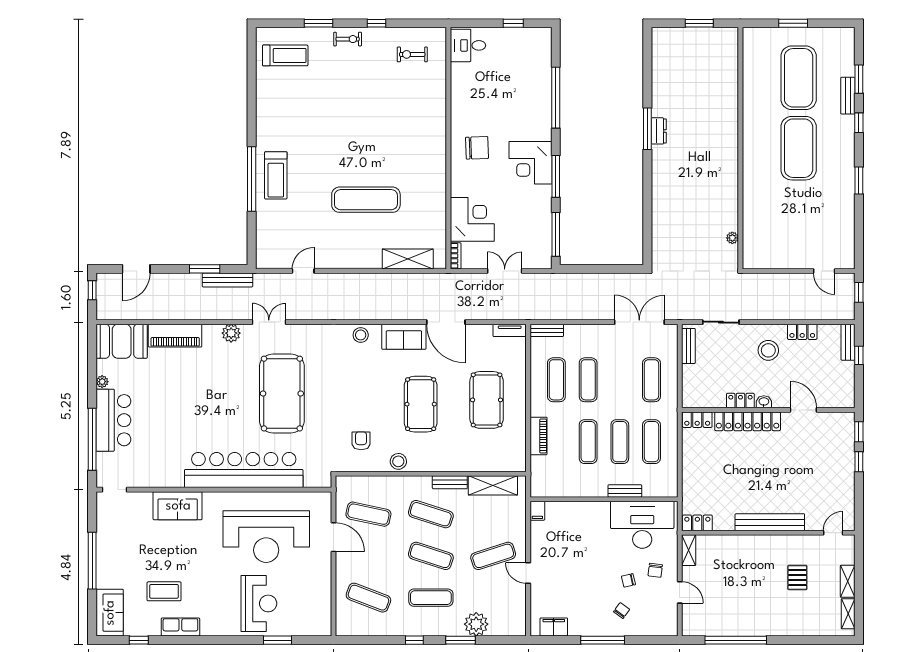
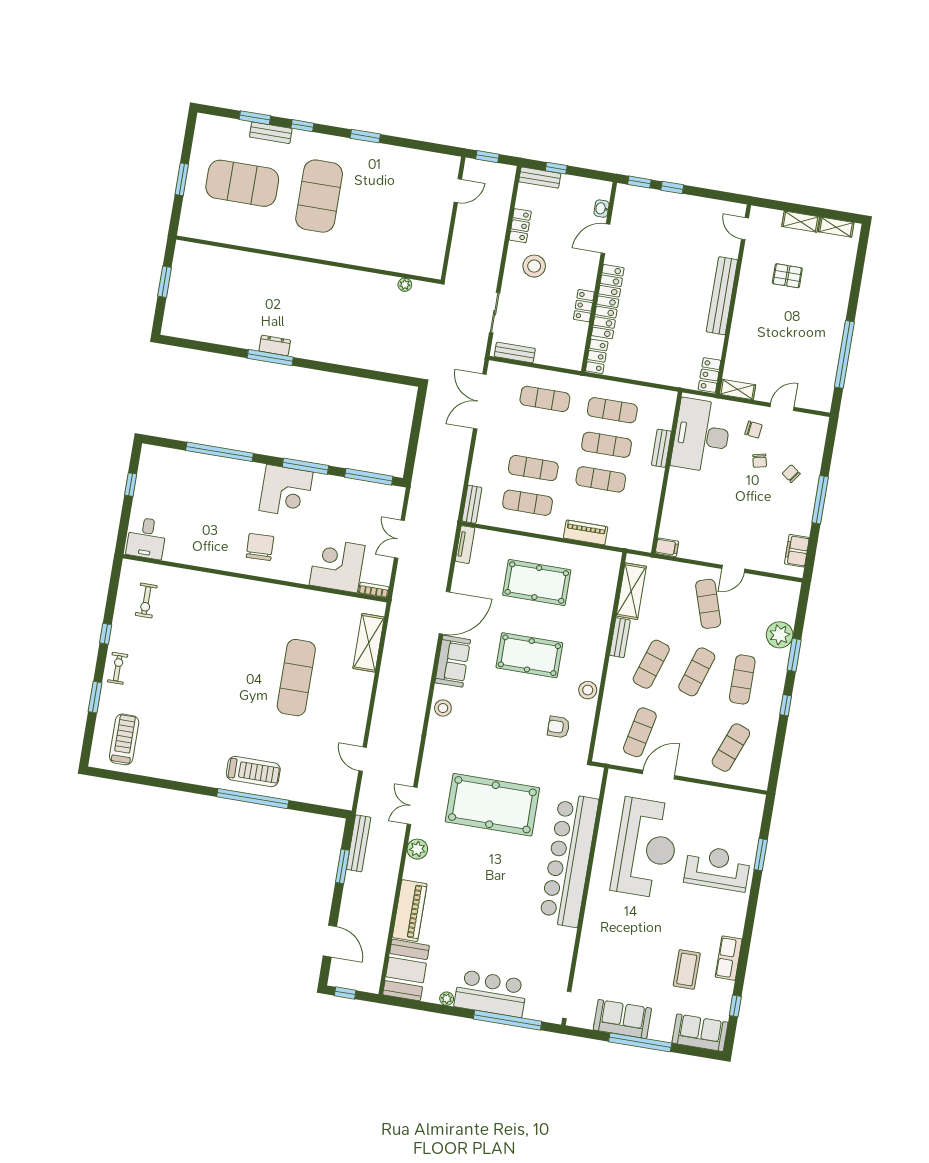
exercise mat: (799, 148) -> (319, 196), turned 90
washbasin: (764, 402) -> (601, 209), moved
sofa: (178, 506) -> (622, 1019), moved, turned -90

